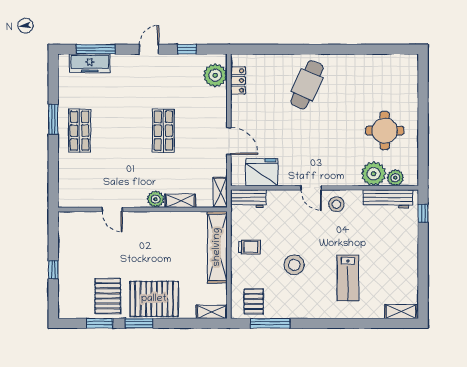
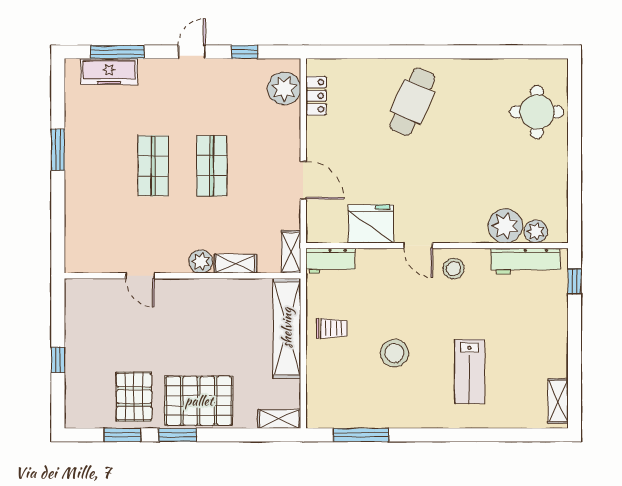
shop shelf: (80, 131) -> (153, 166), moved
round table: (385, 131) -> (537, 112), moved
fridge: (262, 172) -> (371, 224), moved
pallet: (254, 301) -> (338, 404), removed
shelving: (401, 312) -> (558, 401), moved, turned 90

